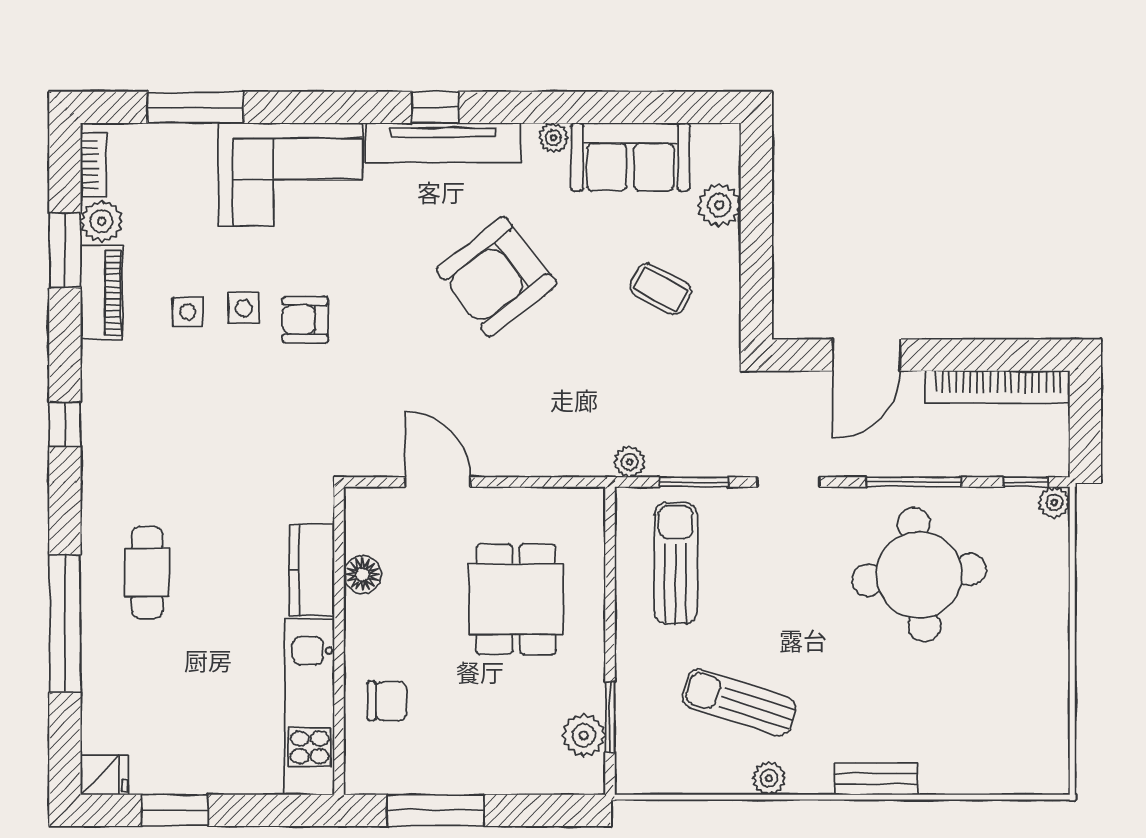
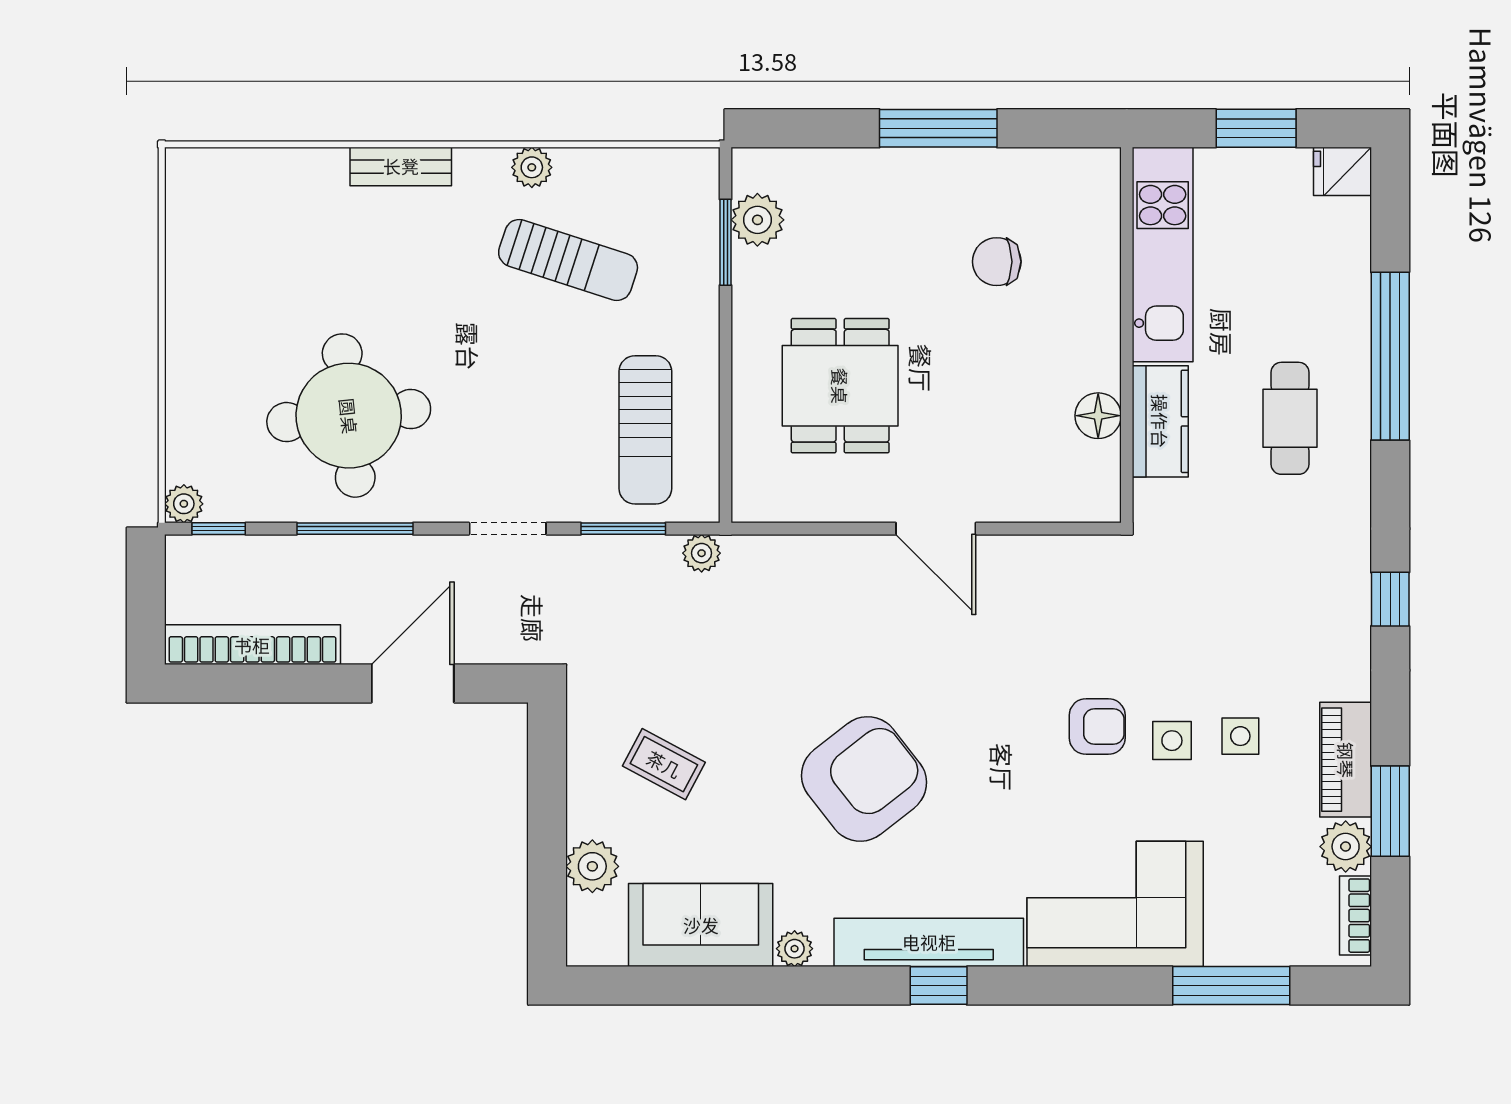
kitchen counter: (312, 570) -> (1160, 421), moved
floor lamp: (363, 575) -> (1098, 416), moved
wall: (339, 641) -> (1127, 335), moved
kitchen unit: (310, 707) -> (1163, 254), moved

